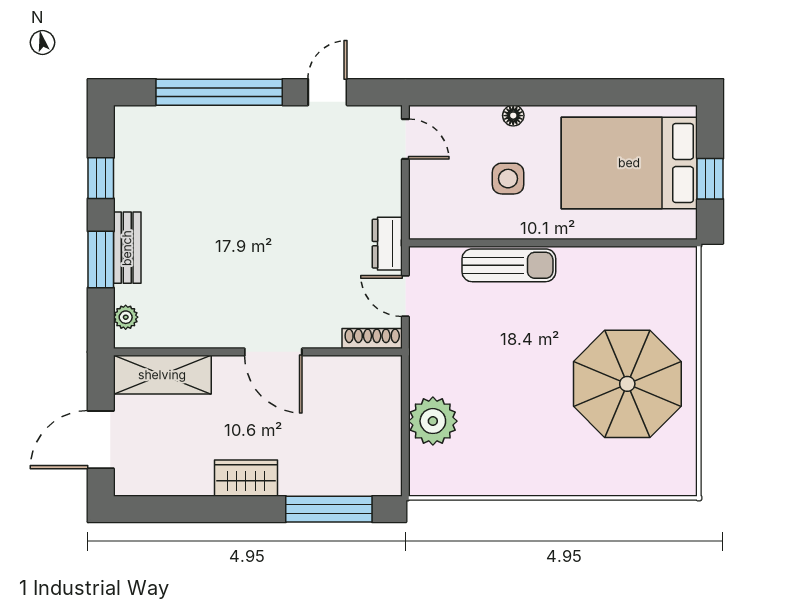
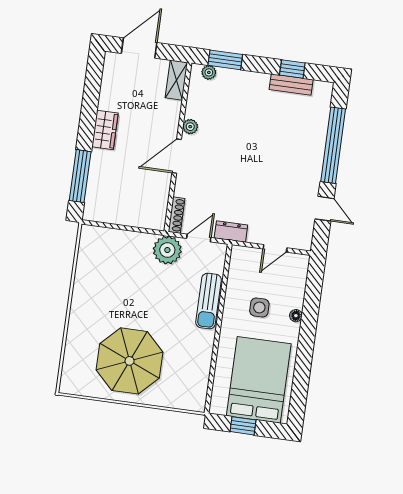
door: (405, 139) -> (275, 248), moved
bench: (127, 248) -> (291, 85), moved
window: (101, 260) -> (225, 60), moved
plant: (221, 336) -> (190, 127), added
shelving: (162, 375) -> (176, 80), width x0.67, depth x0.75
plant: (433, 421) -> (167, 250), moved
door: (101, 440) -> (139, 48), hinge flipped

